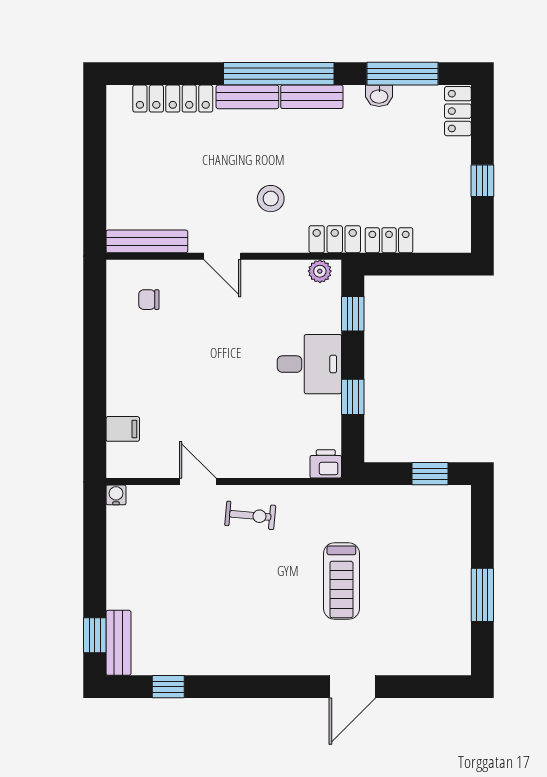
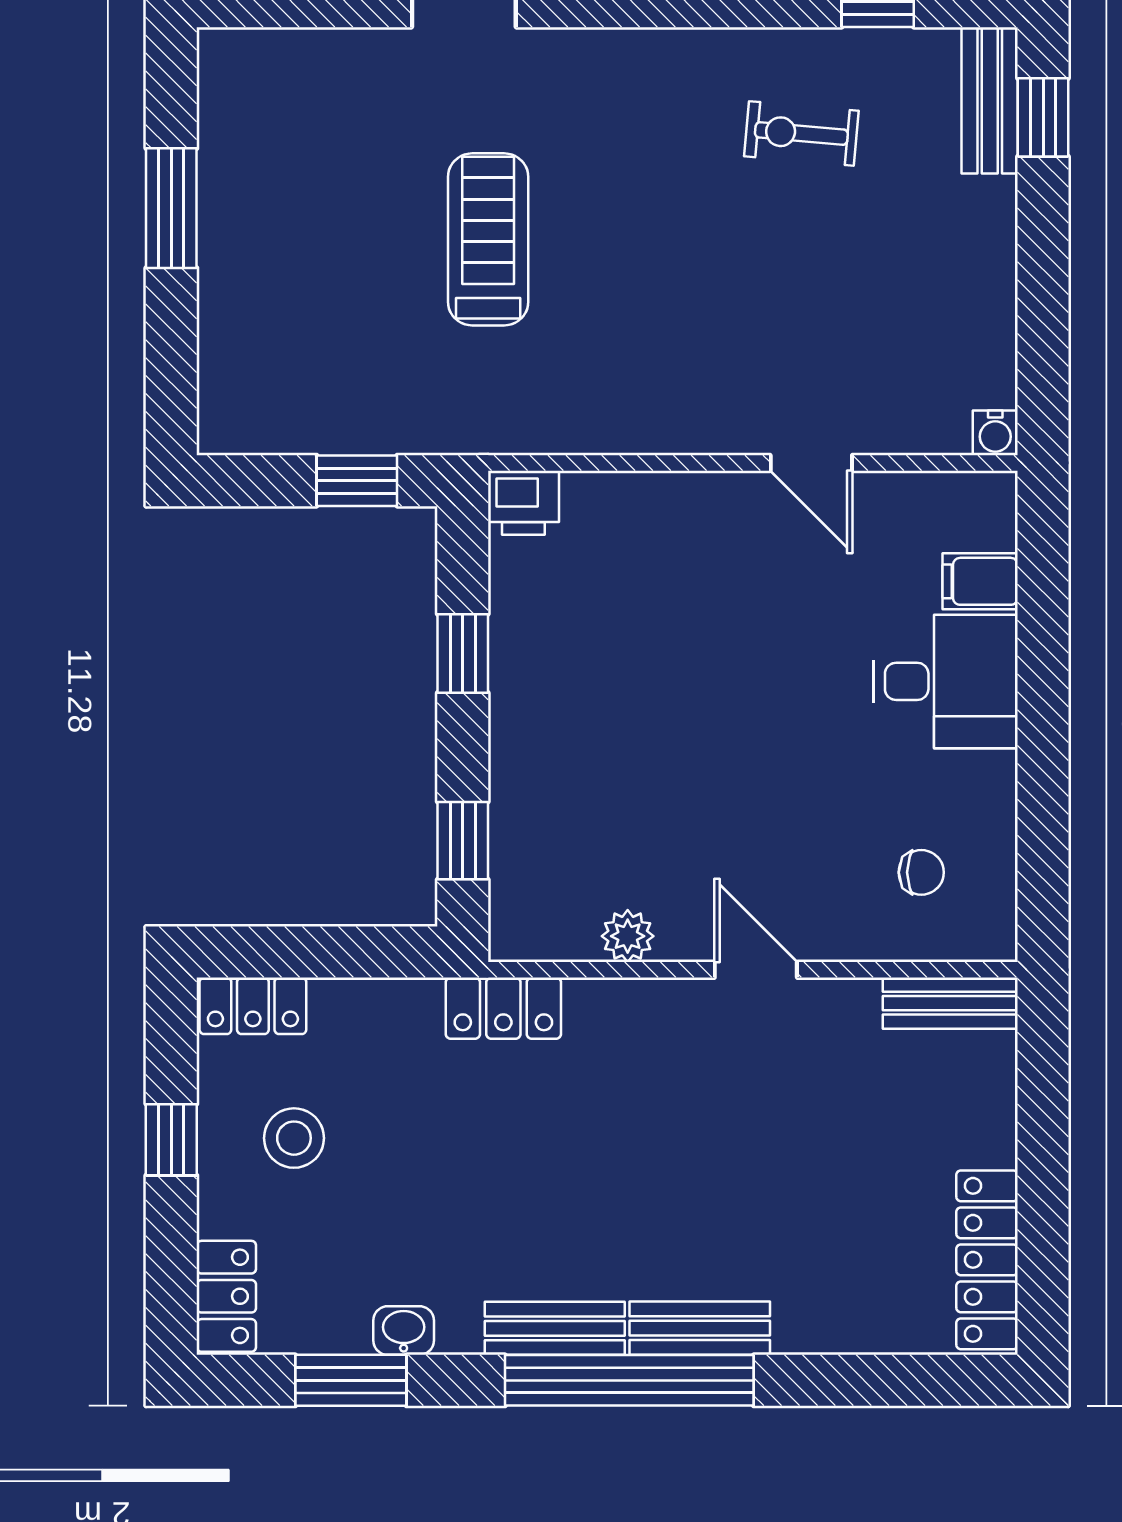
window: (402, 74) -> (351, 1380), width x0.69
locker: (173, 99) -> (987, 1260), moved, turned -90
stool: (271, 199) -> (294, 1138), moved
locker: (389, 240) -> (253, 1006), moved
bench: (147, 241) -> (950, 1003), width x0.73
plant: (320, 271) -> (628, 936), moved
desk: (309, 364) -> (946, 681), moved, turned 180
window: (430, 474) -> (357, 481), moved
exercise bike: (250, 515) -> (801, 133), moved

